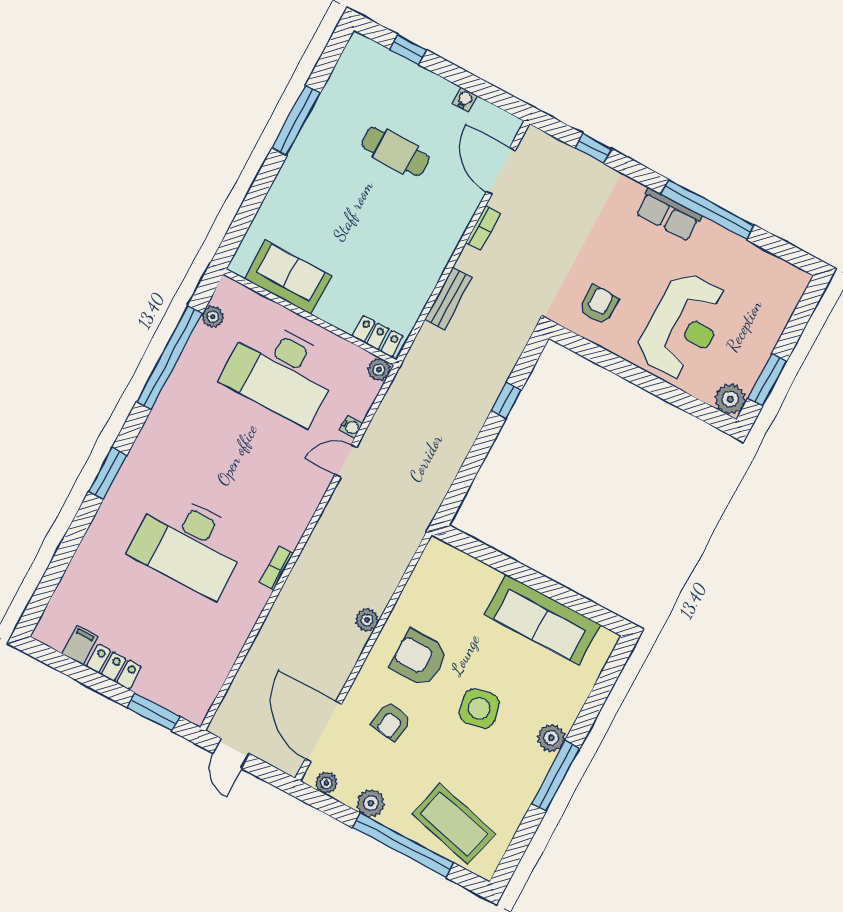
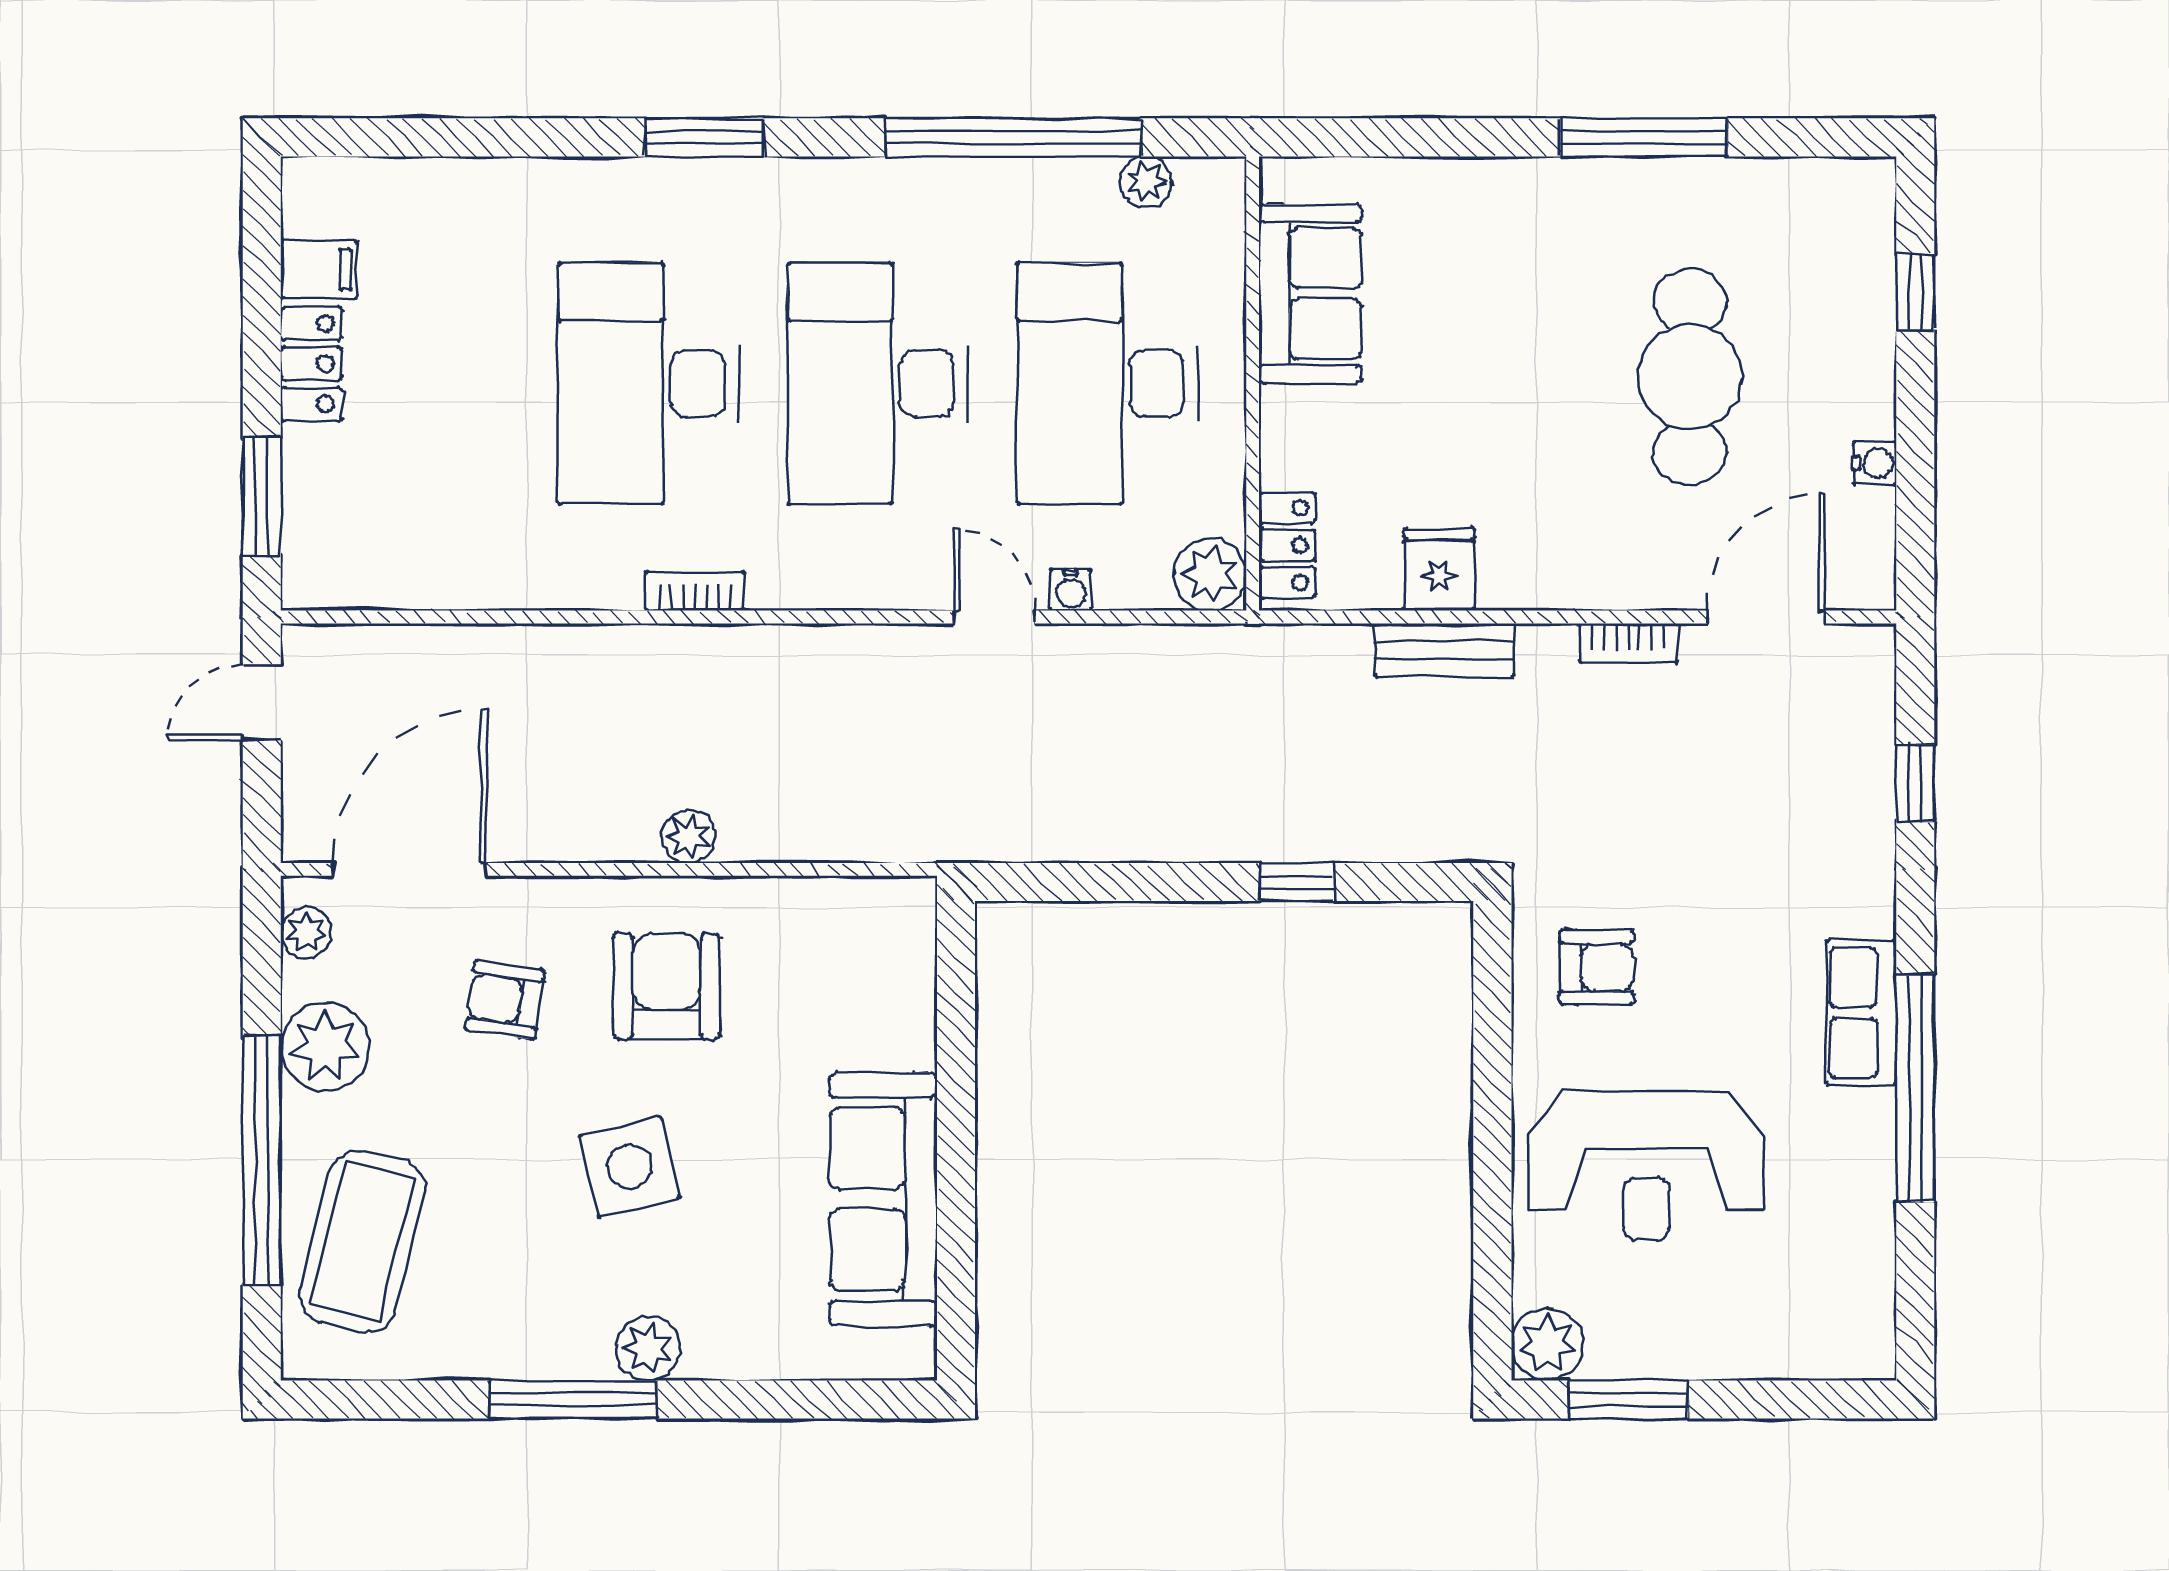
cafe table: (395, 151) -> (1690, 377), width x1.37, depth x1.35
fridge: (417, 284) -> (1439, 569), added
plant: (379, 370) -> (1210, 574), width x1.38, depth x1.38
desk: (235, 458) -> (878, 384), added
plant: (371, 803) -> (325, 1047), width x1.36, depth x1.36

